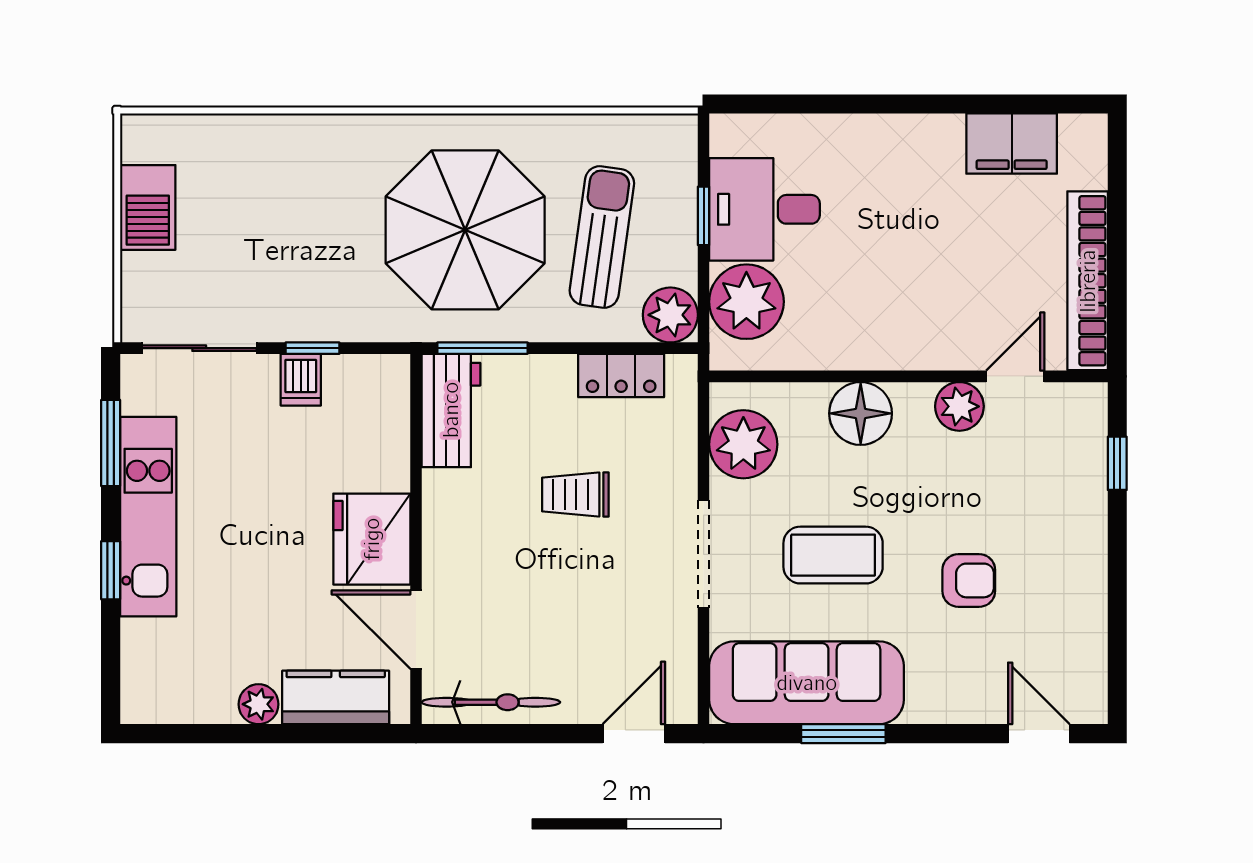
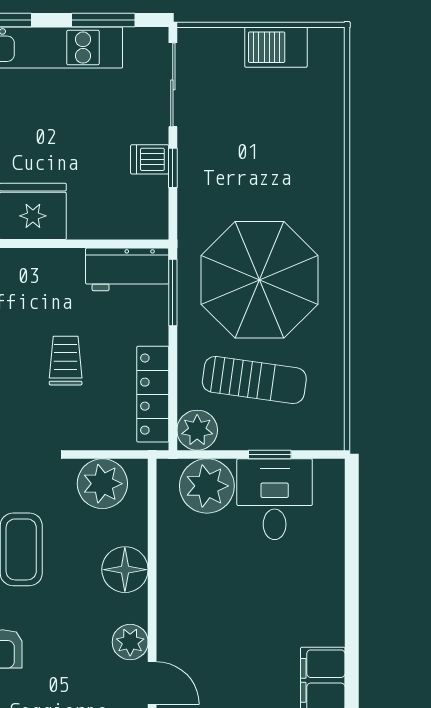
locker: (621, 375) -> (153, 394), width x1.53

